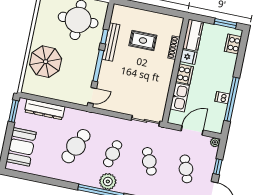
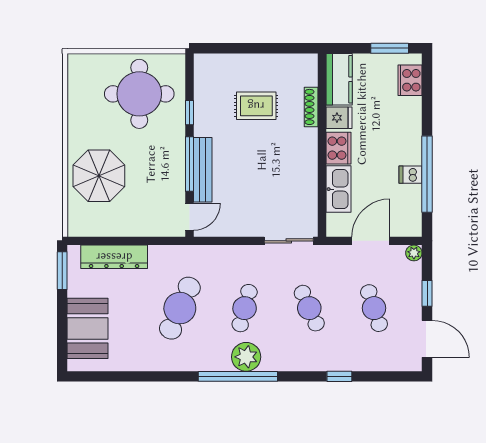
bench: (111, 42) -> (203, 170), moved

